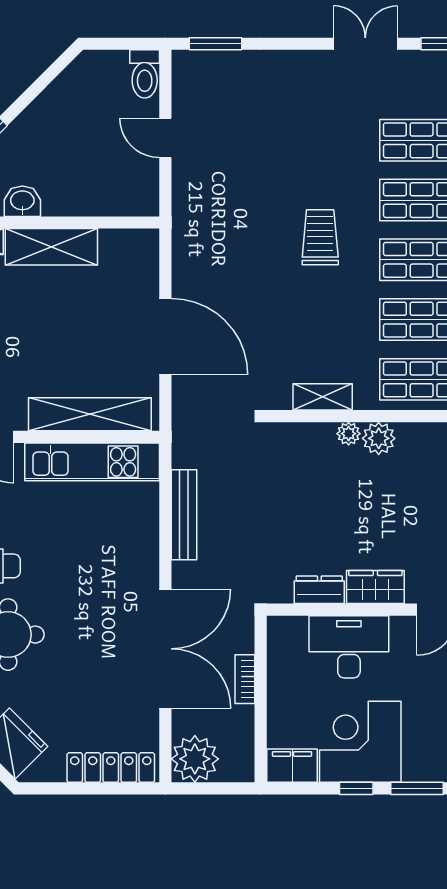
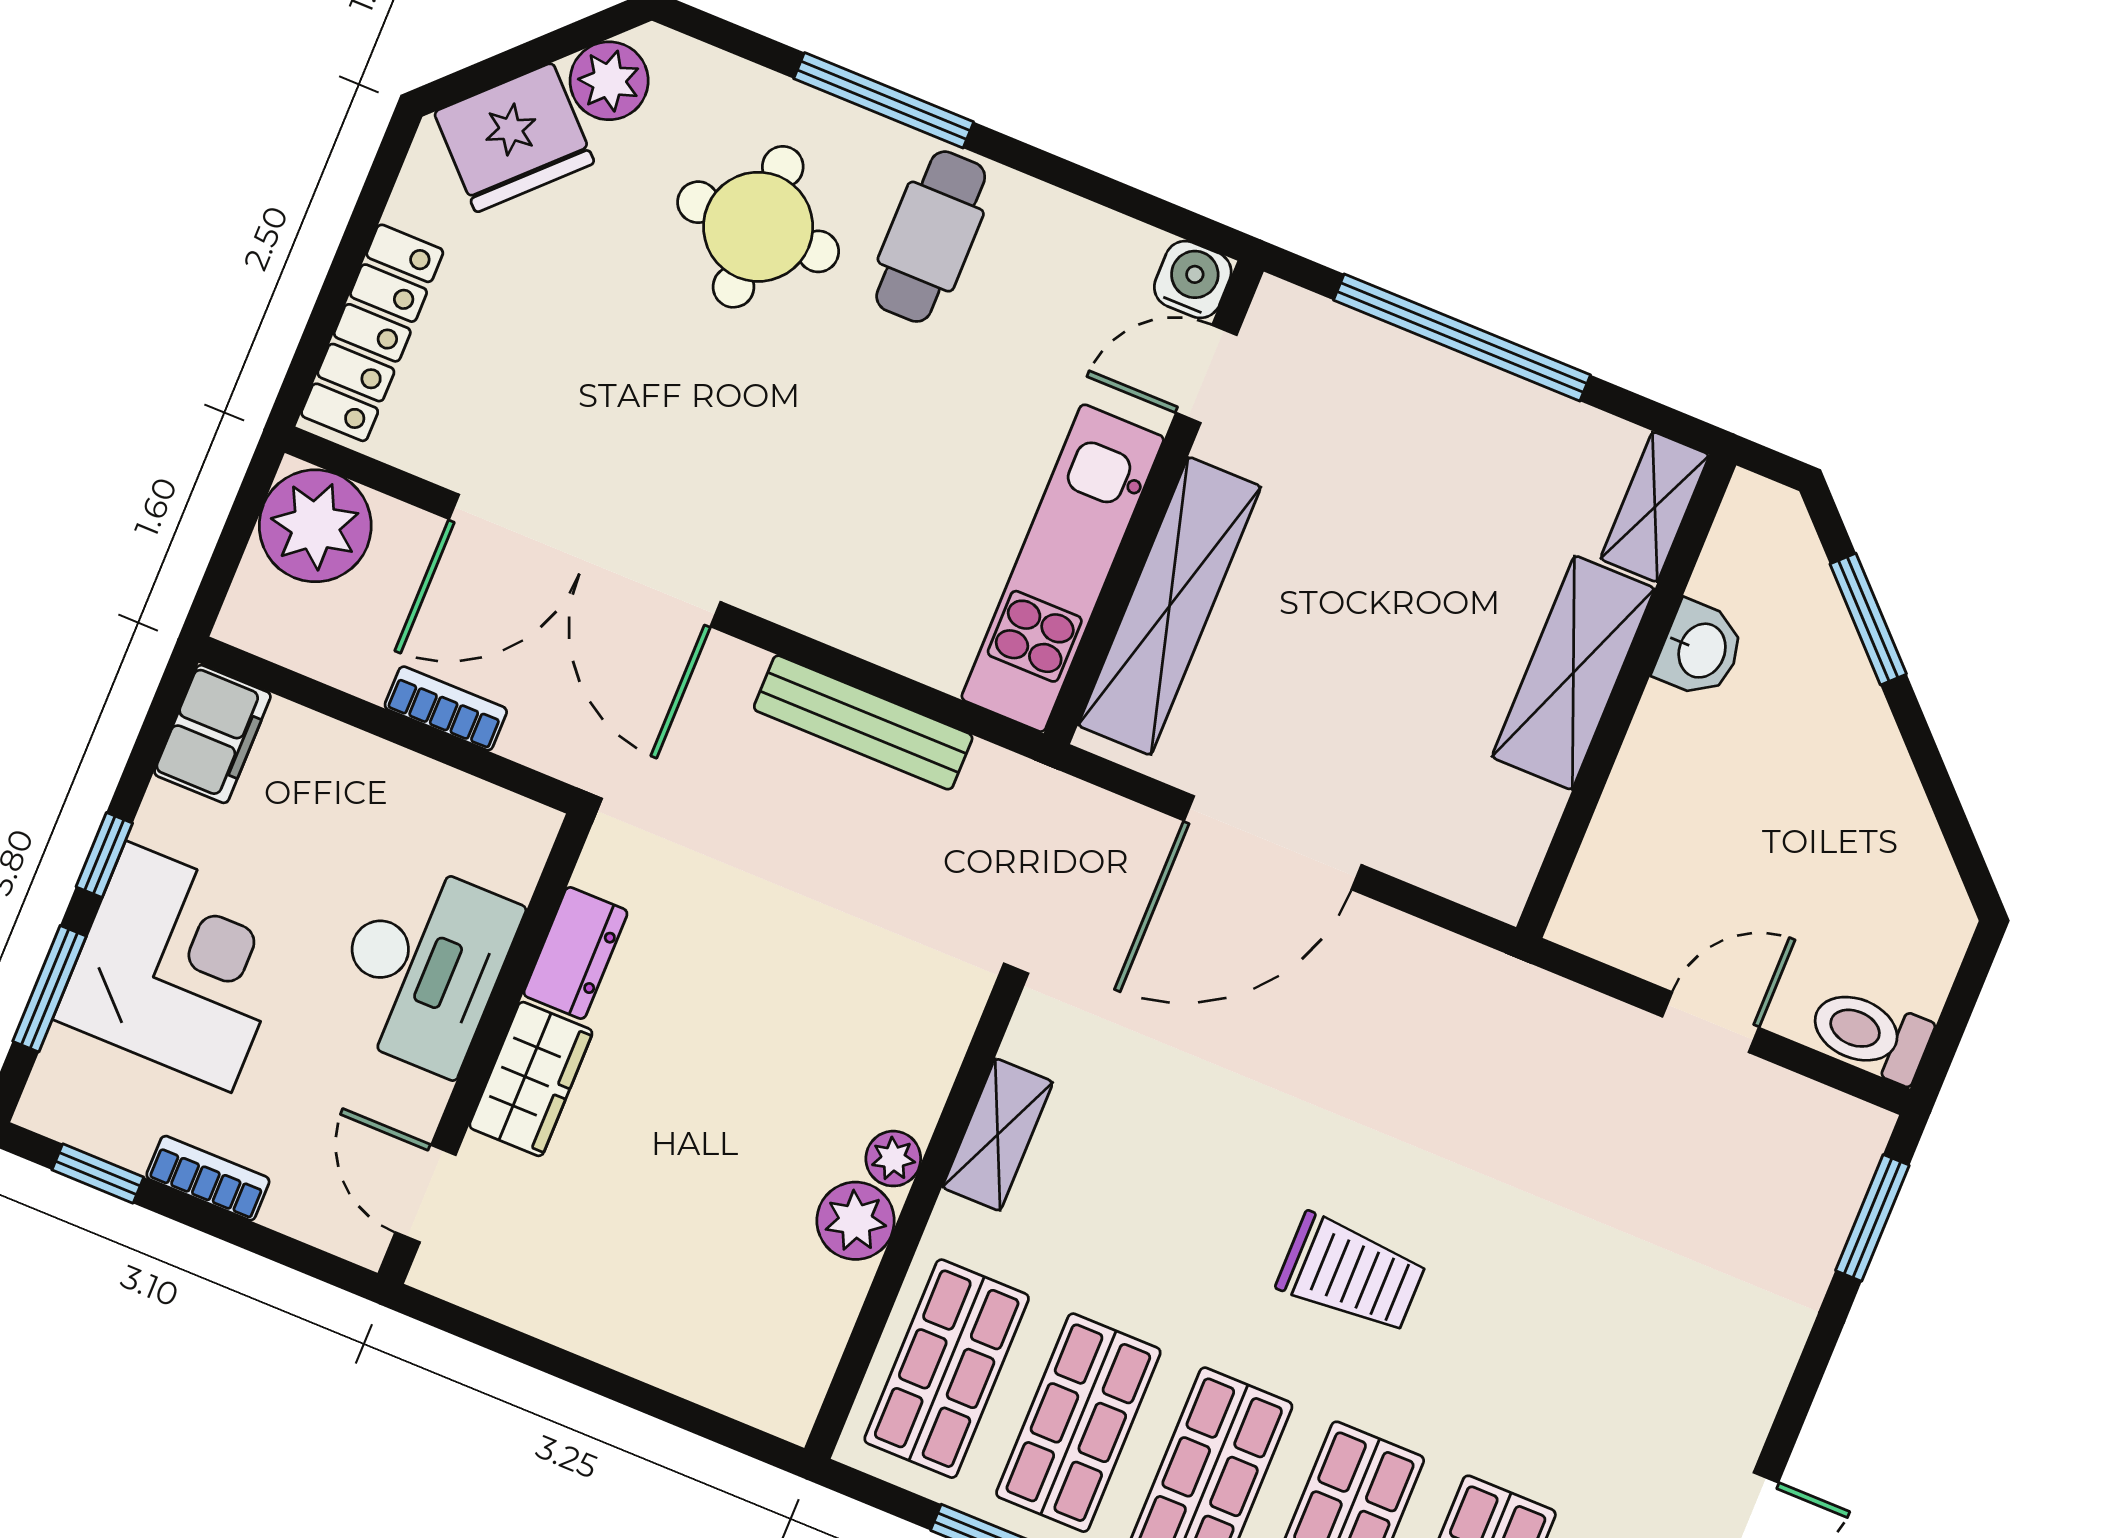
corner desk: (360, 742) -> (178, 967), moved

